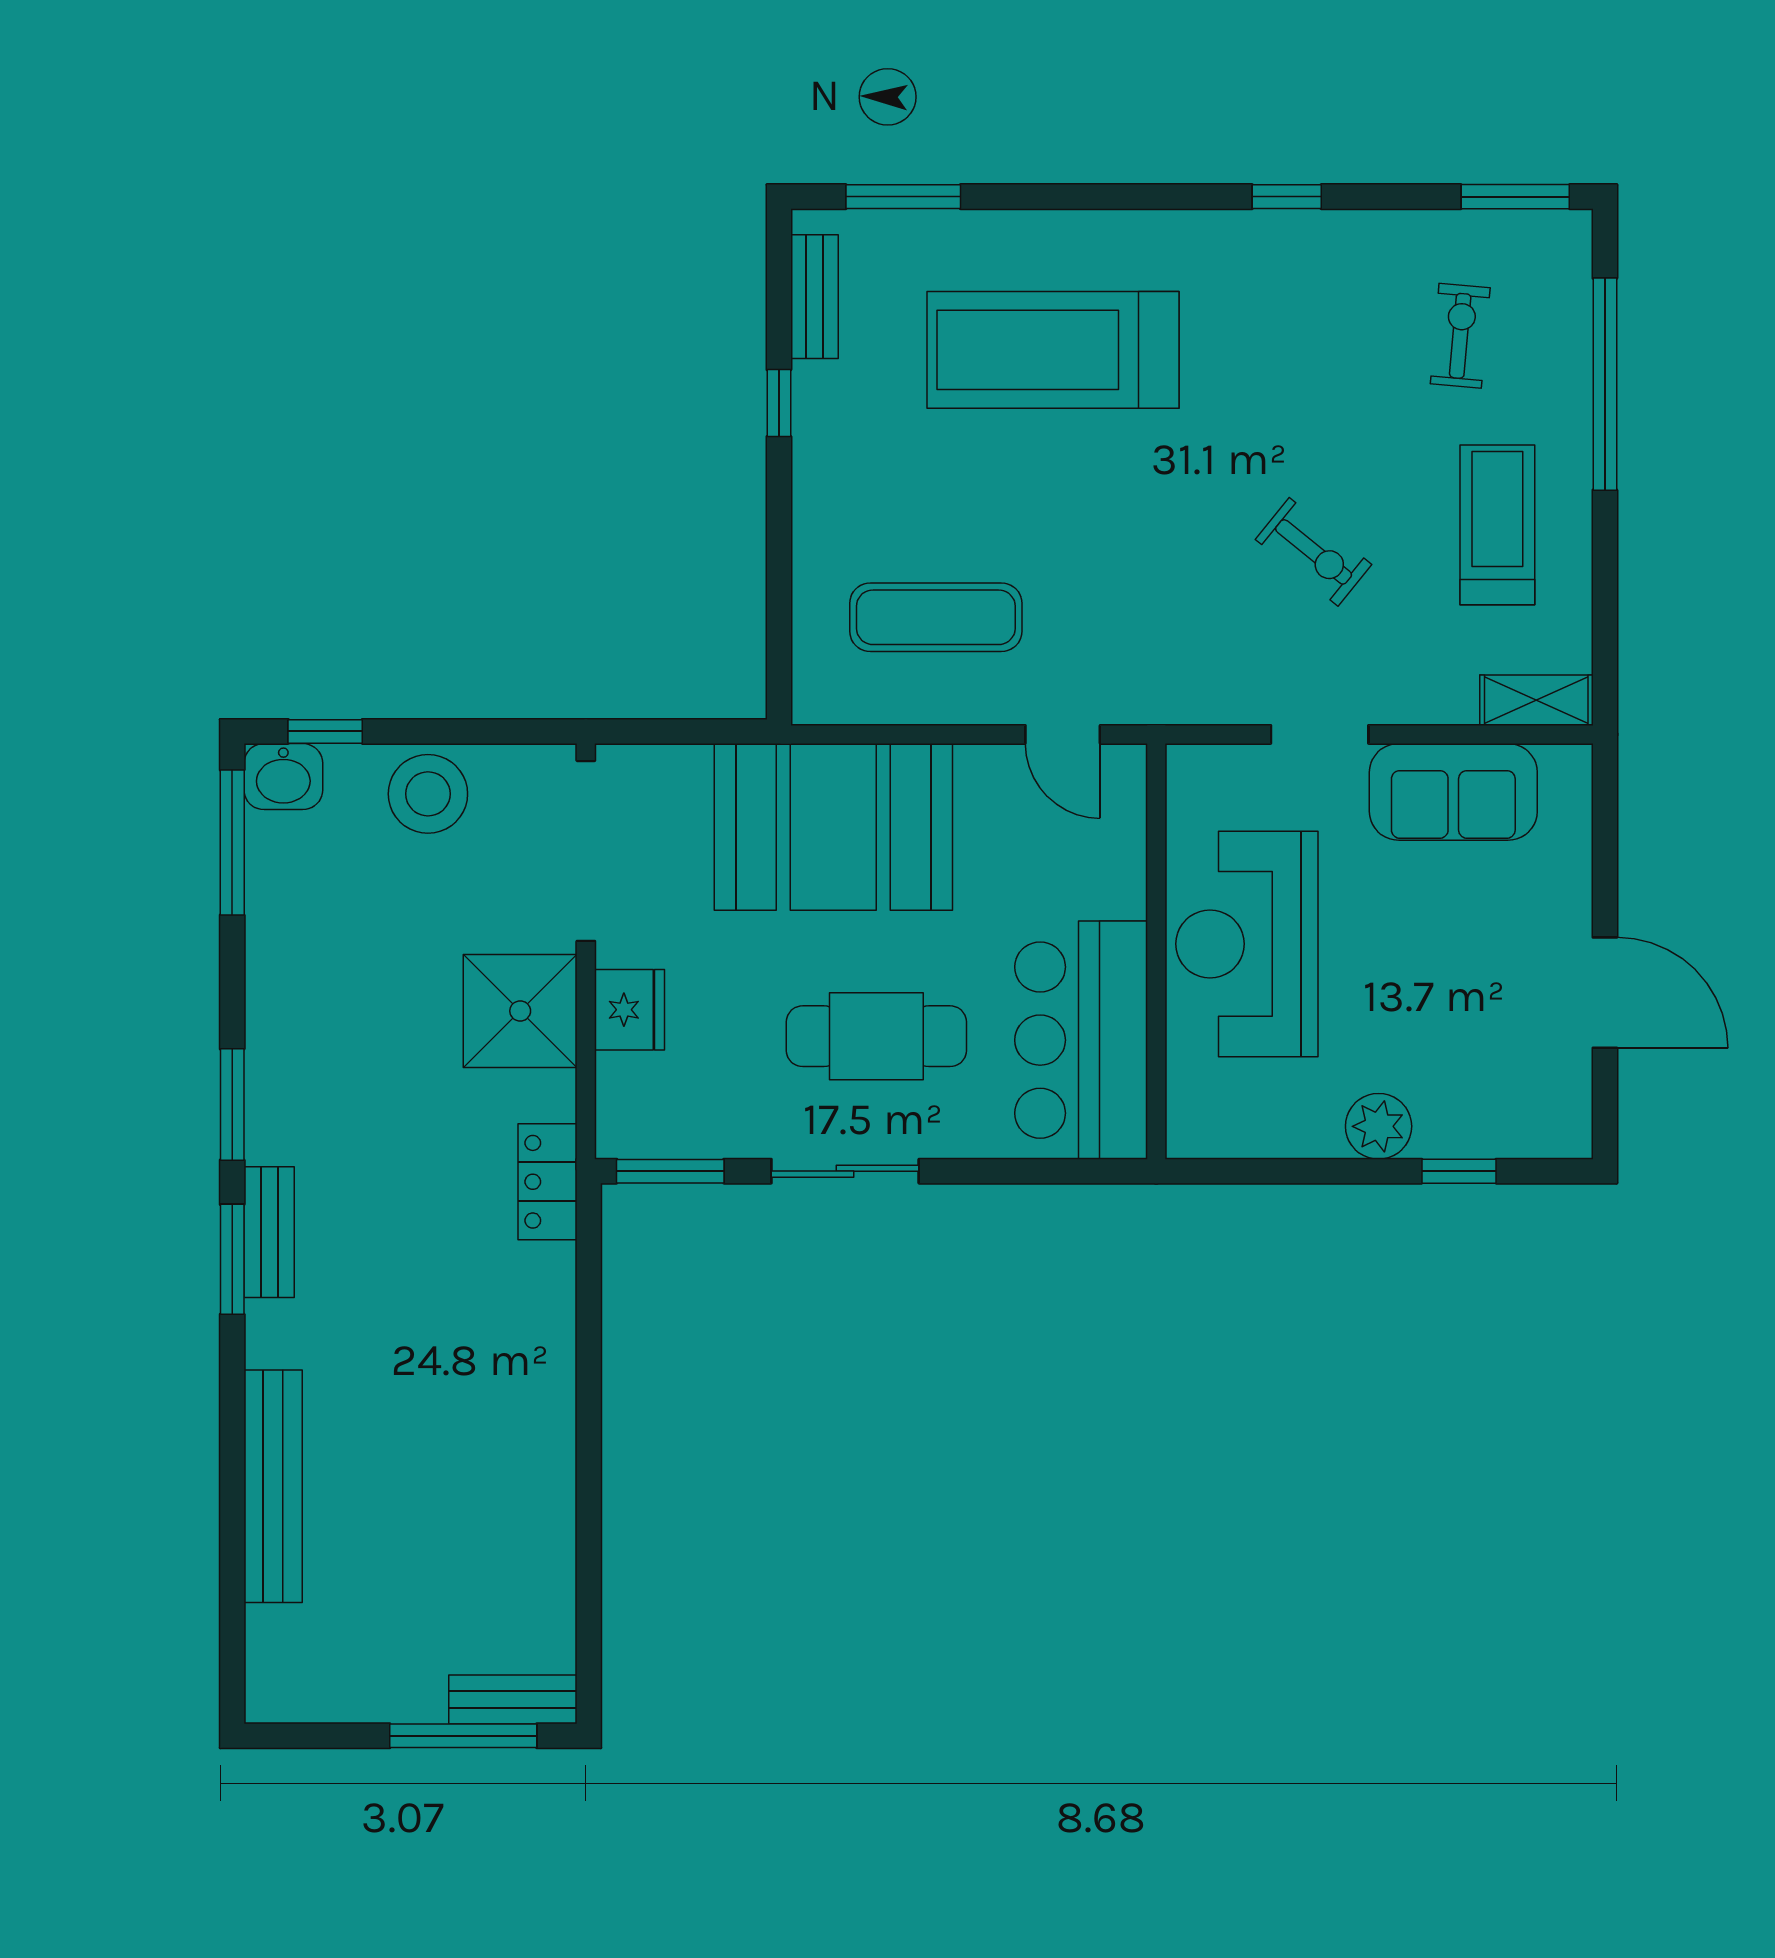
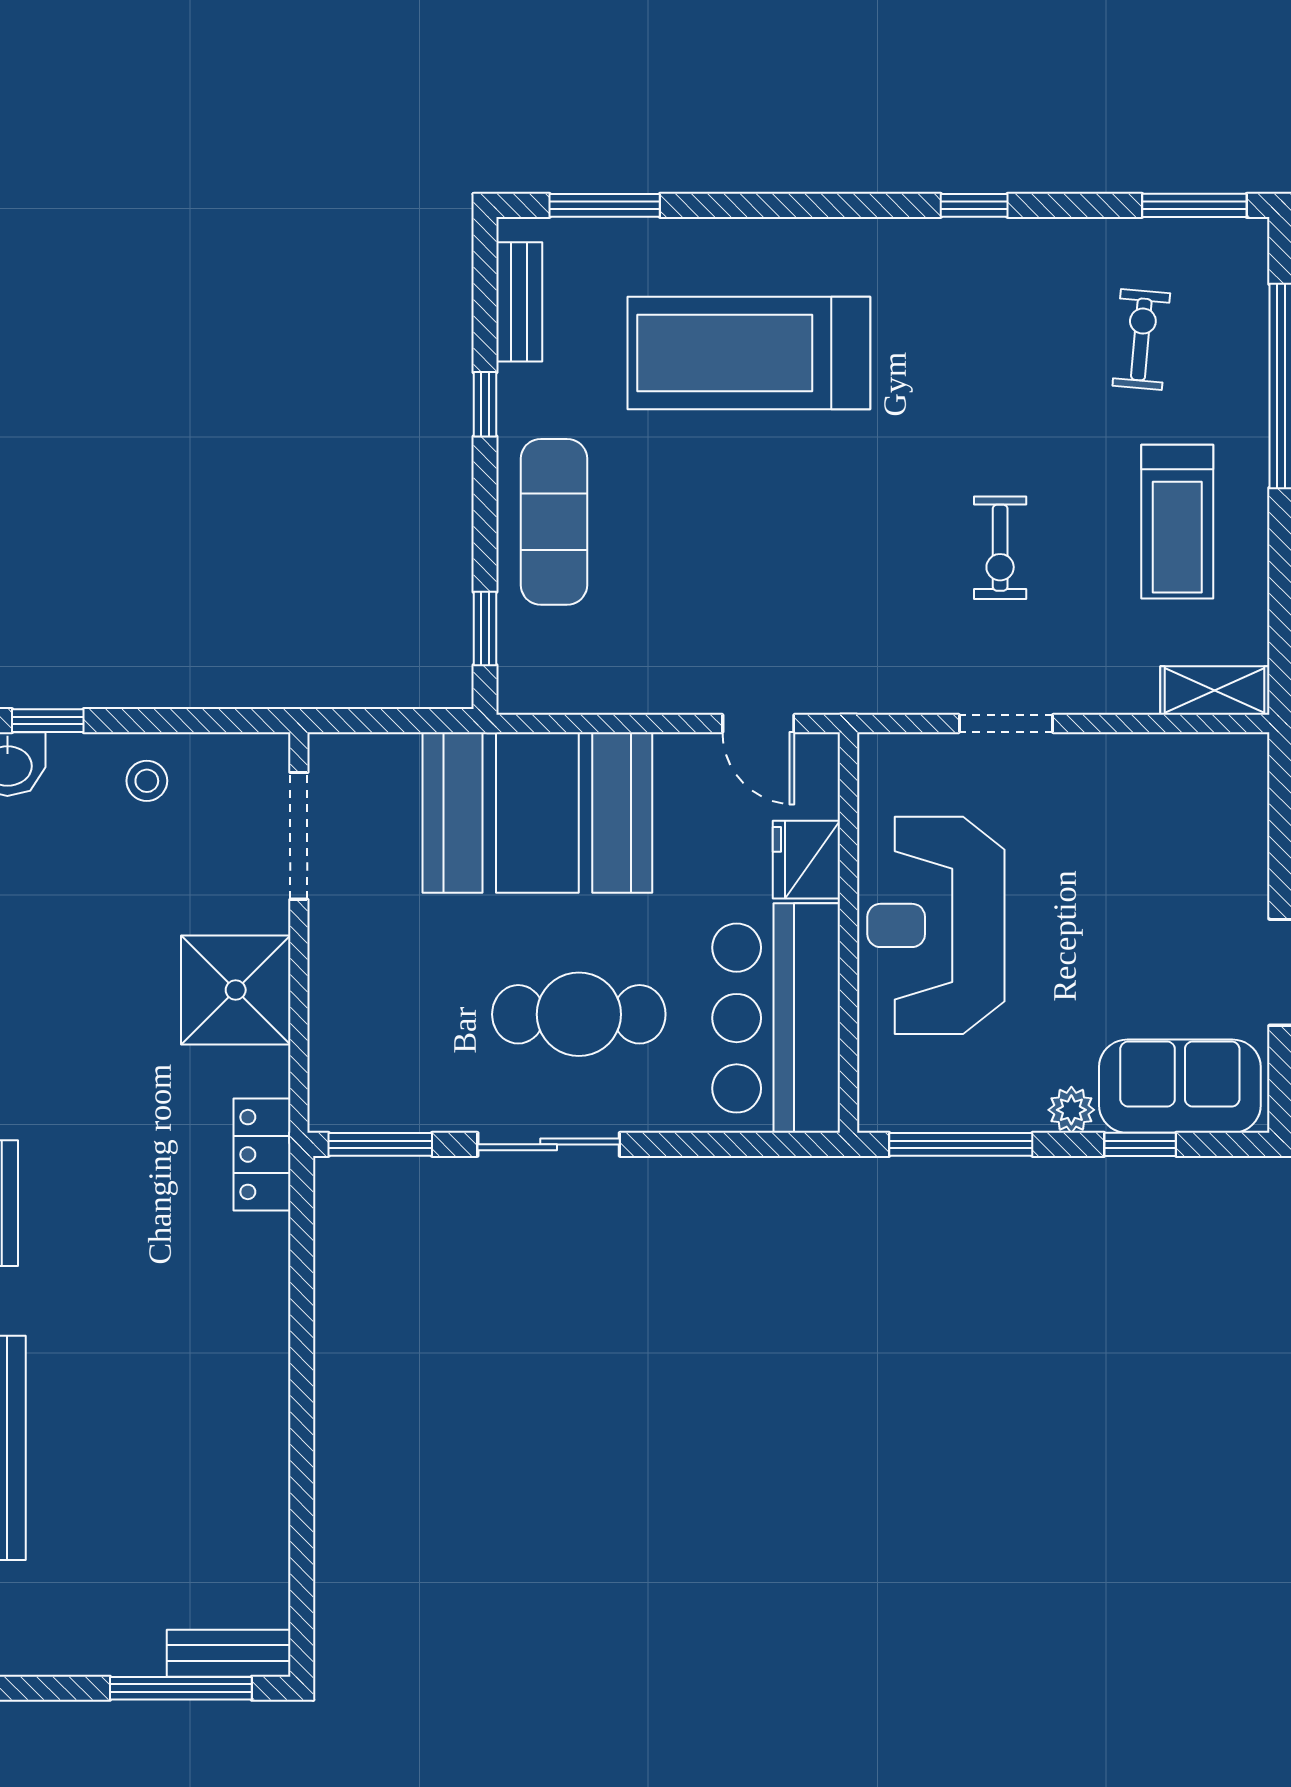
treadmill: (1497, 525) -> (1177, 522), turned 180
exercise bike: (1314, 552) -> (1000, 548), turned 51
exercise mat: (936, 617) -> (554, 522), moved, turned 90
window: (779, 636) -> (485, 628), added
sofa: (1453, 792) -> (1180, 1086), moved, turned 180
stool: (428, 794) -> (147, 781), width x0.53, depth x0.53
doorway: (586, 851) -> (299, 836), width x0.73
fridge: (630, 1010) -> (806, 860), moved, turned 180
plant: (1379, 1126) -> (1071, 1110), width x0.73, depth x0.73
window: (1273, 1171) -> (961, 1144), added

